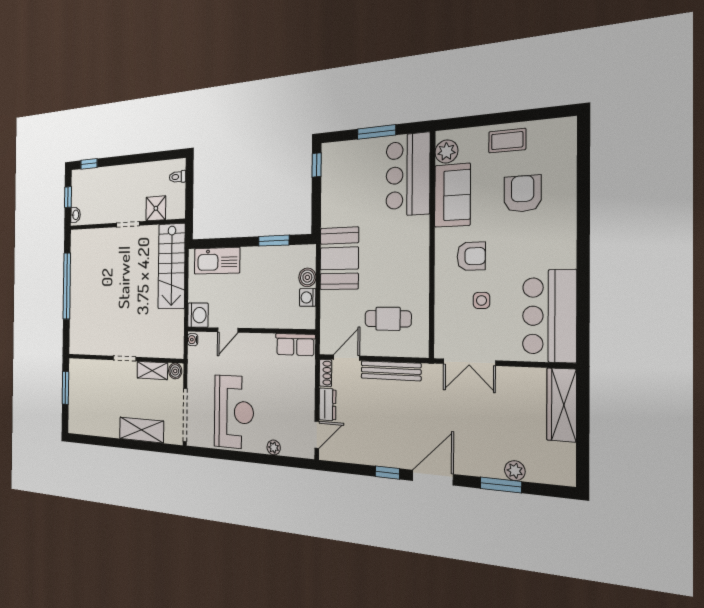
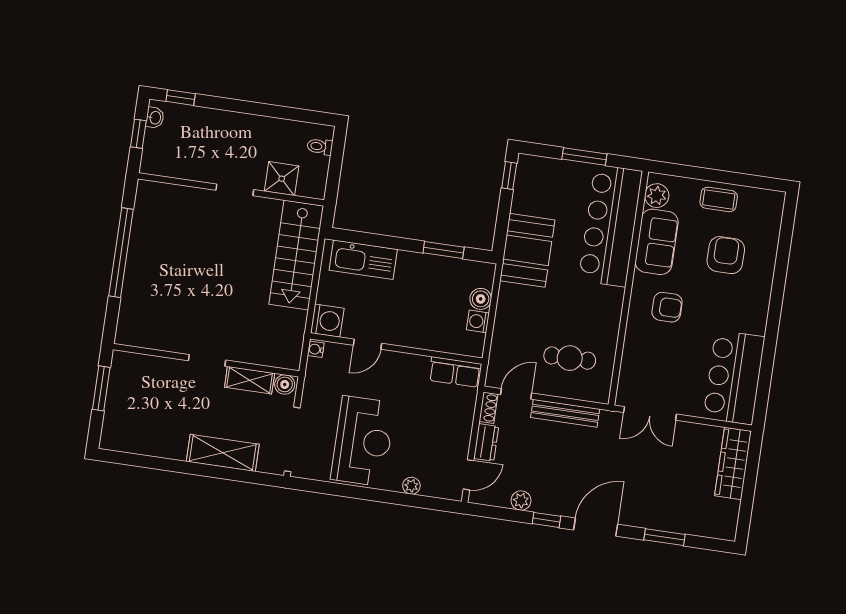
bar counter: (408, 175) -> (610, 226), width x1.36
washbasin: (75, 215) -> (155, 118), moved
booth: (339, 258) -> (527, 250), moved
side table: (481, 300) -> (671, 353), removed
plant: (515, 471) -> (521, 500), moved

